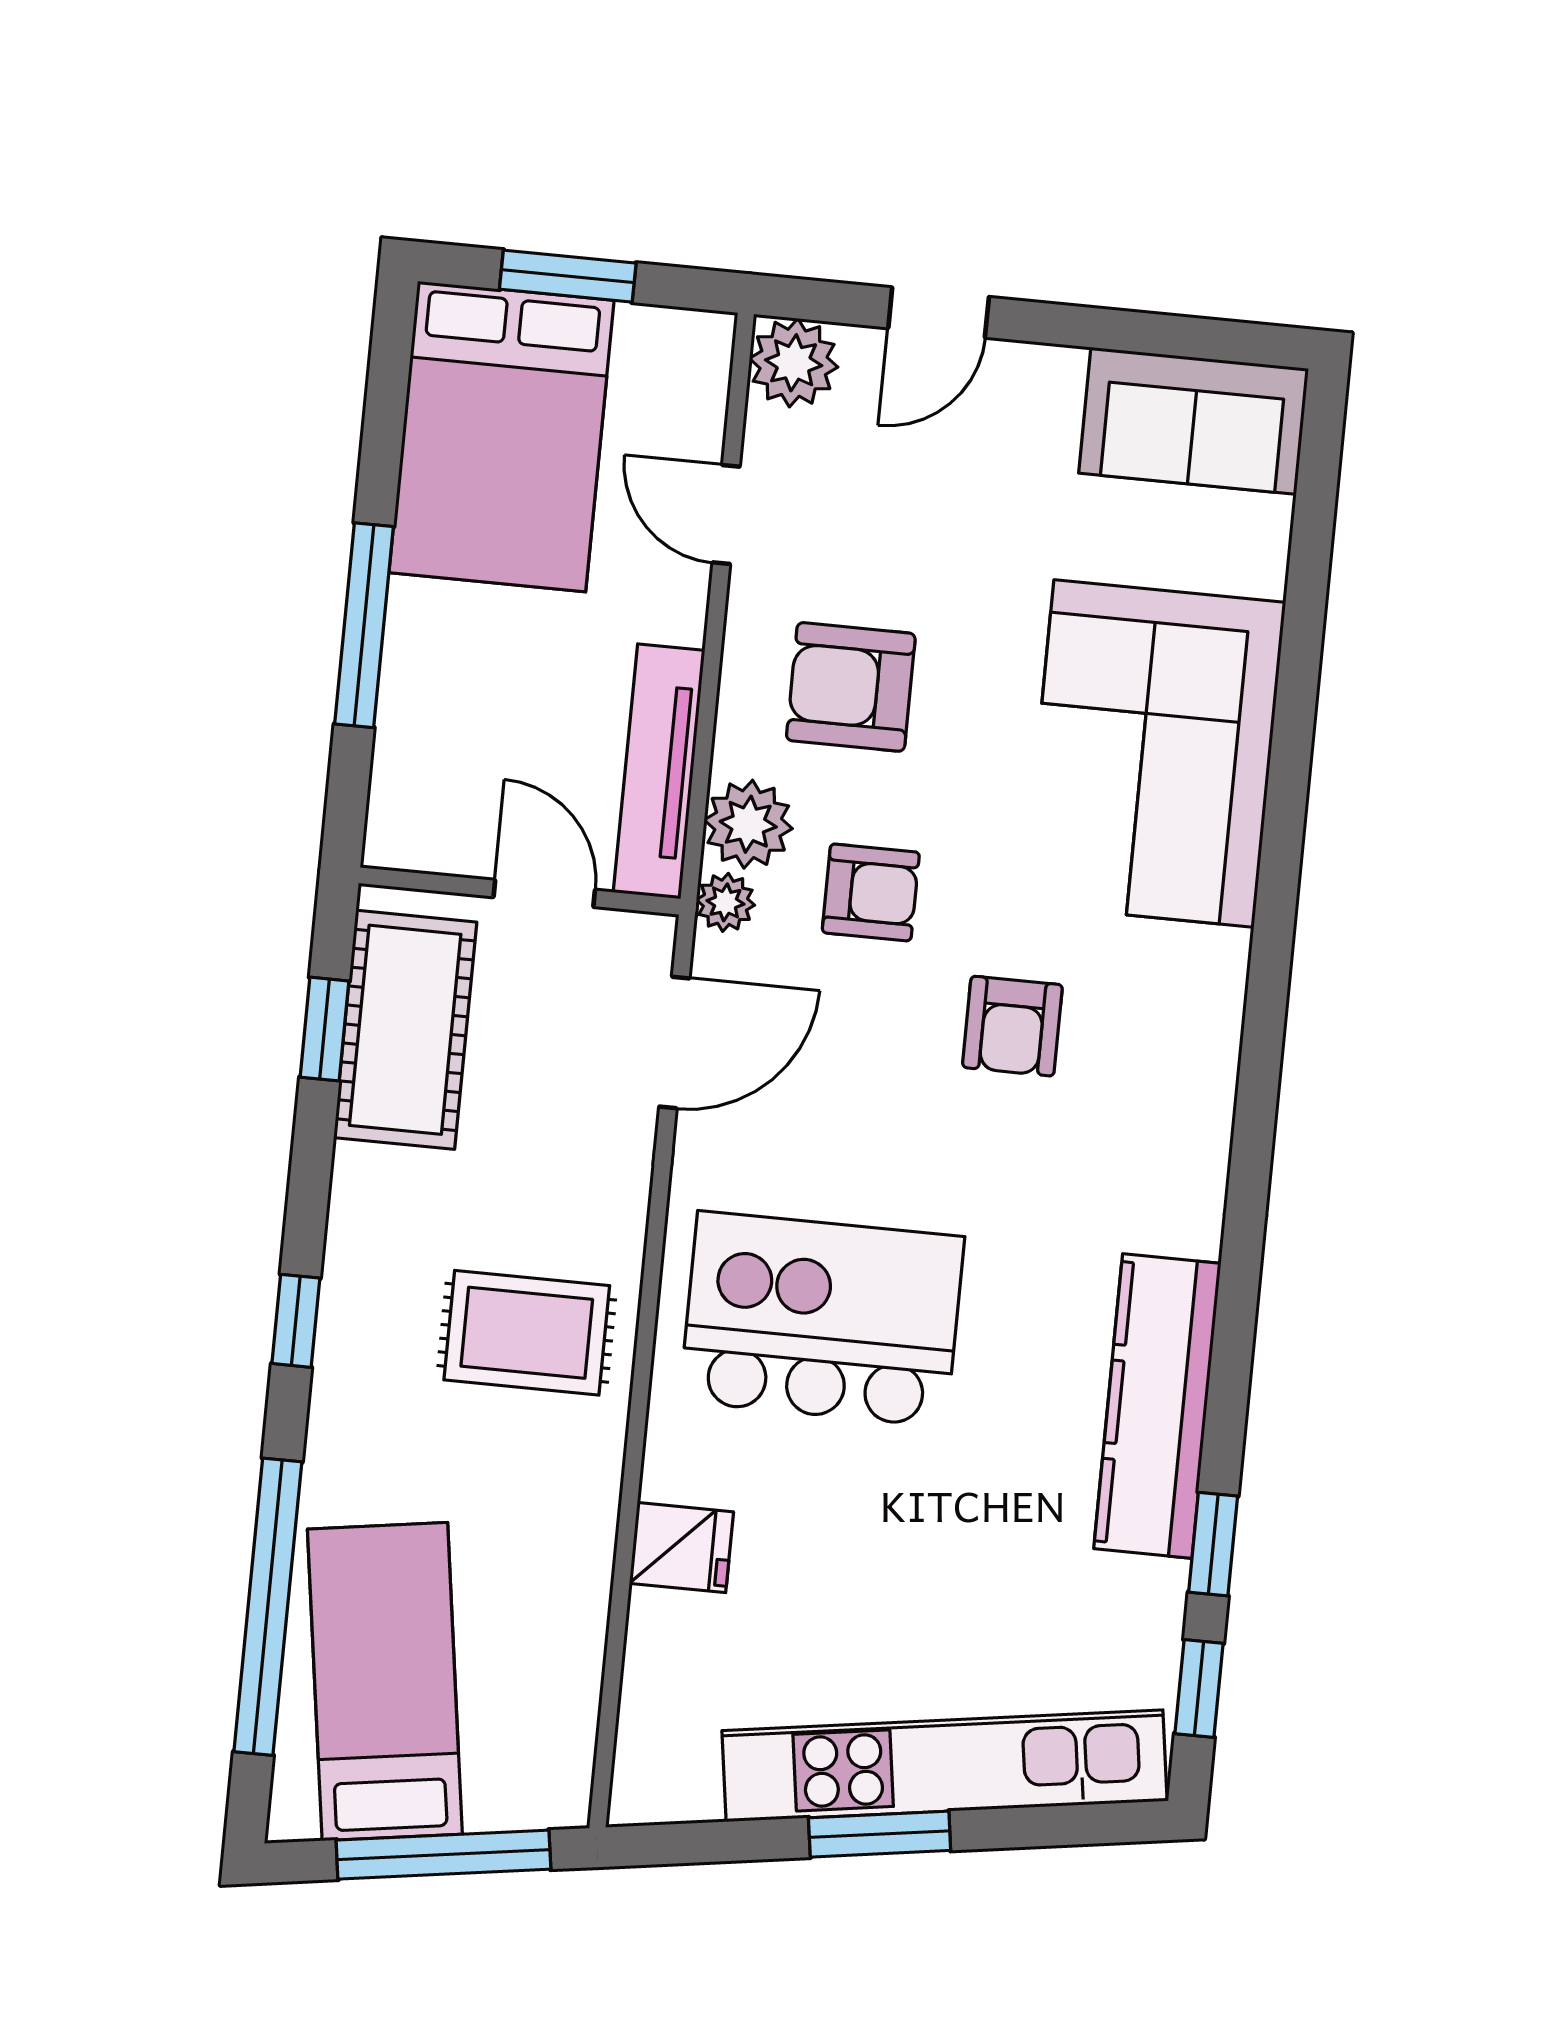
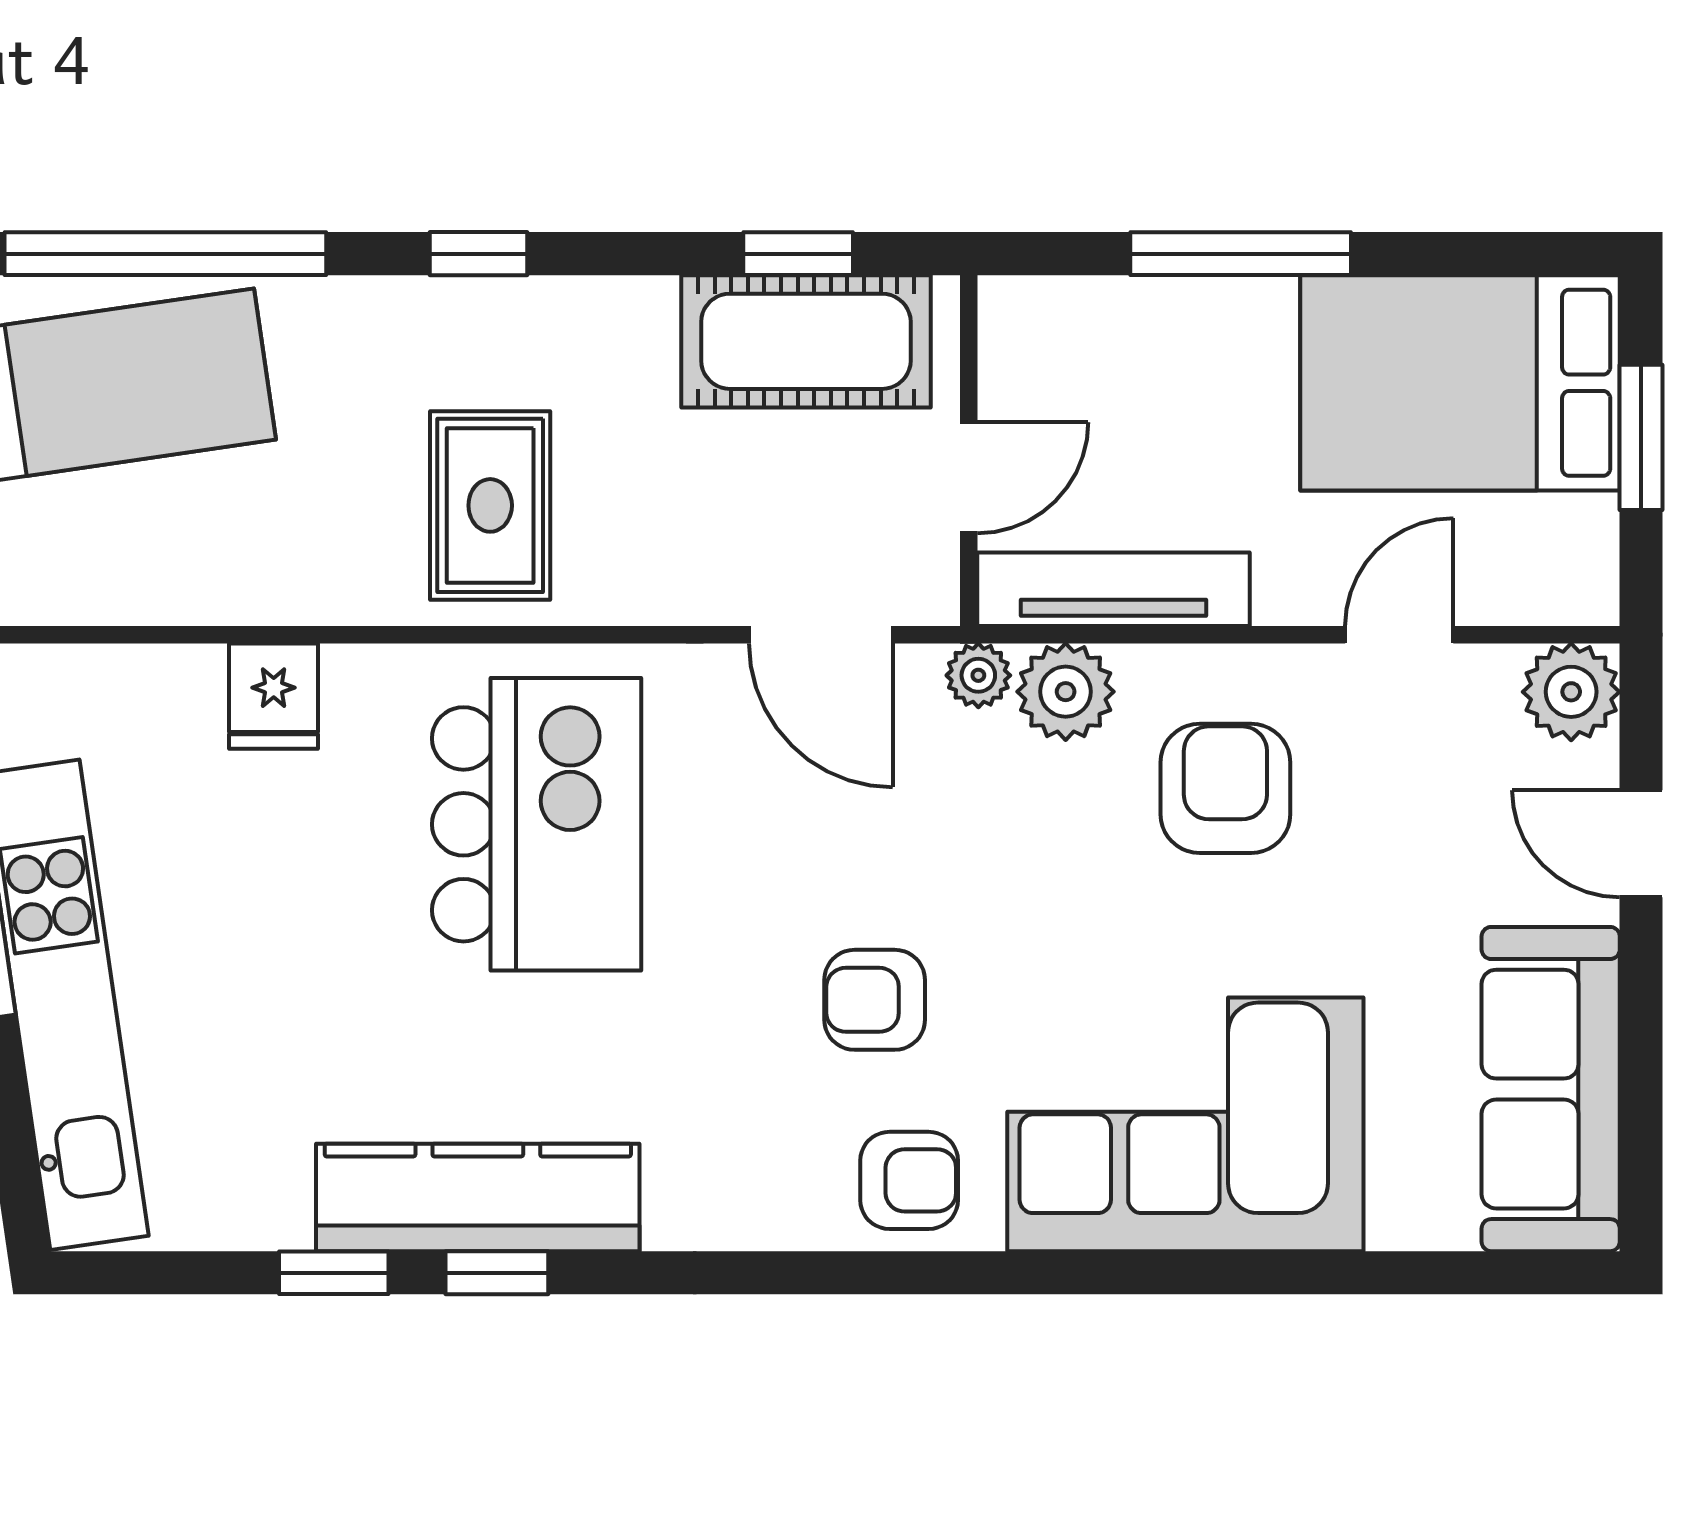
sofa: (1194, 421) -> (1551, 1089), width x1.36
armchair: (871, 892) -> (909, 1180), moved, turned -90
window: (1199, 1688) -> (497, 1273), moved

